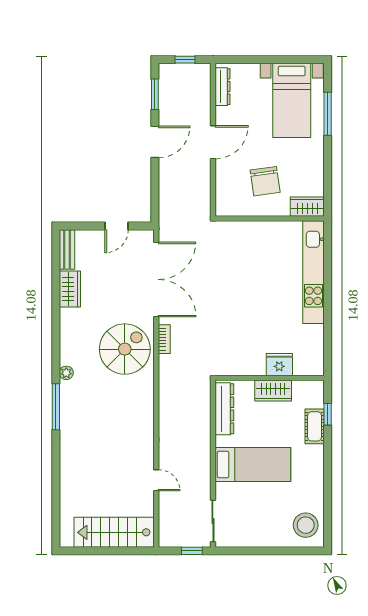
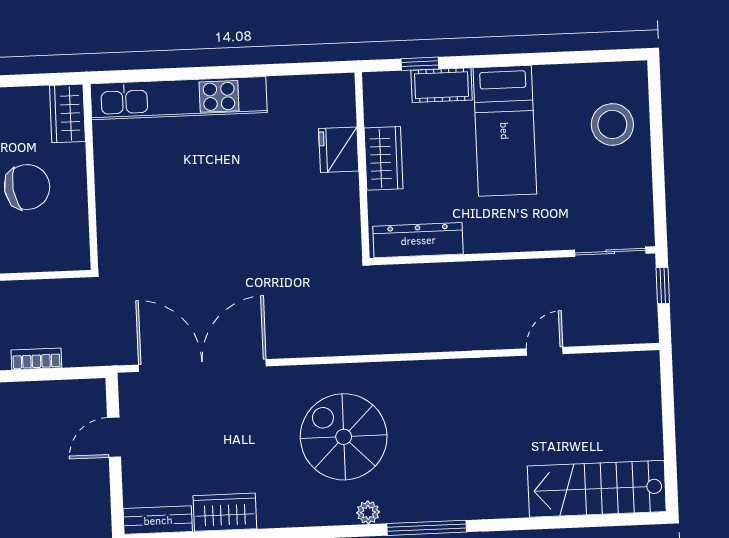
door: (117, 226) -> (114, 437), swing flipped
bookcase: (164, 339) -> (36, 359), moved
spiral stairs: (125, 349) -> (344, 437), moved
bed: (253, 465) -> (505, 131), moved, turned 180
stool: (306, 525) -> (612, 124), moved
stairs: (114, 532) -> (597, 489), moved, turned 90

